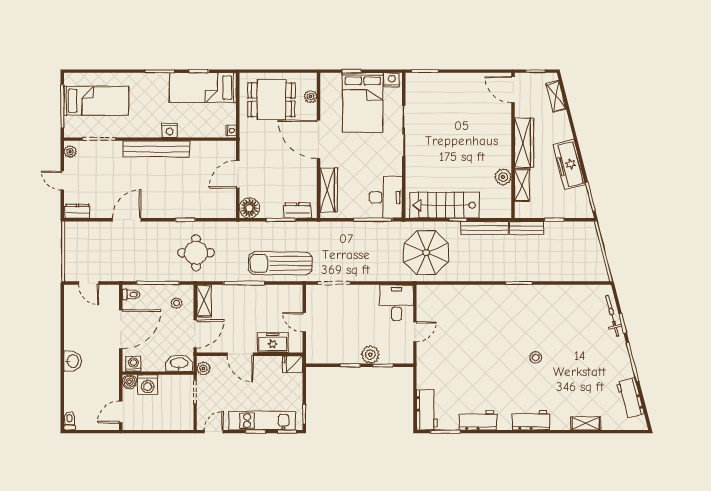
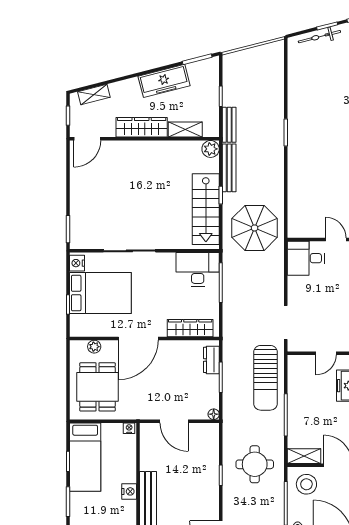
plant: (503, 177) -> (211, 149), moved
floor lamp: (249, 208) -> (214, 414), width x0.53, depth x0.53
stool: (177, 303) -> (306, 484), width x1.89, depth x1.89

